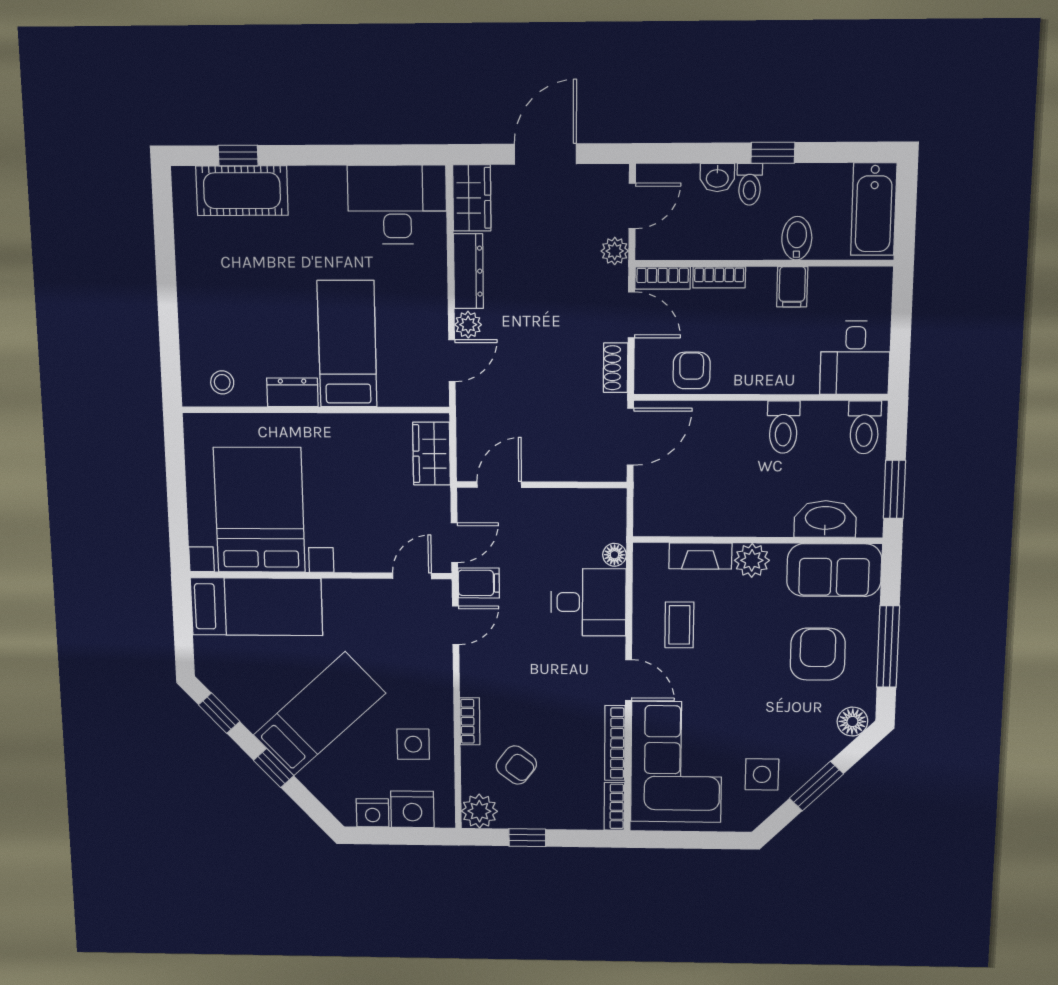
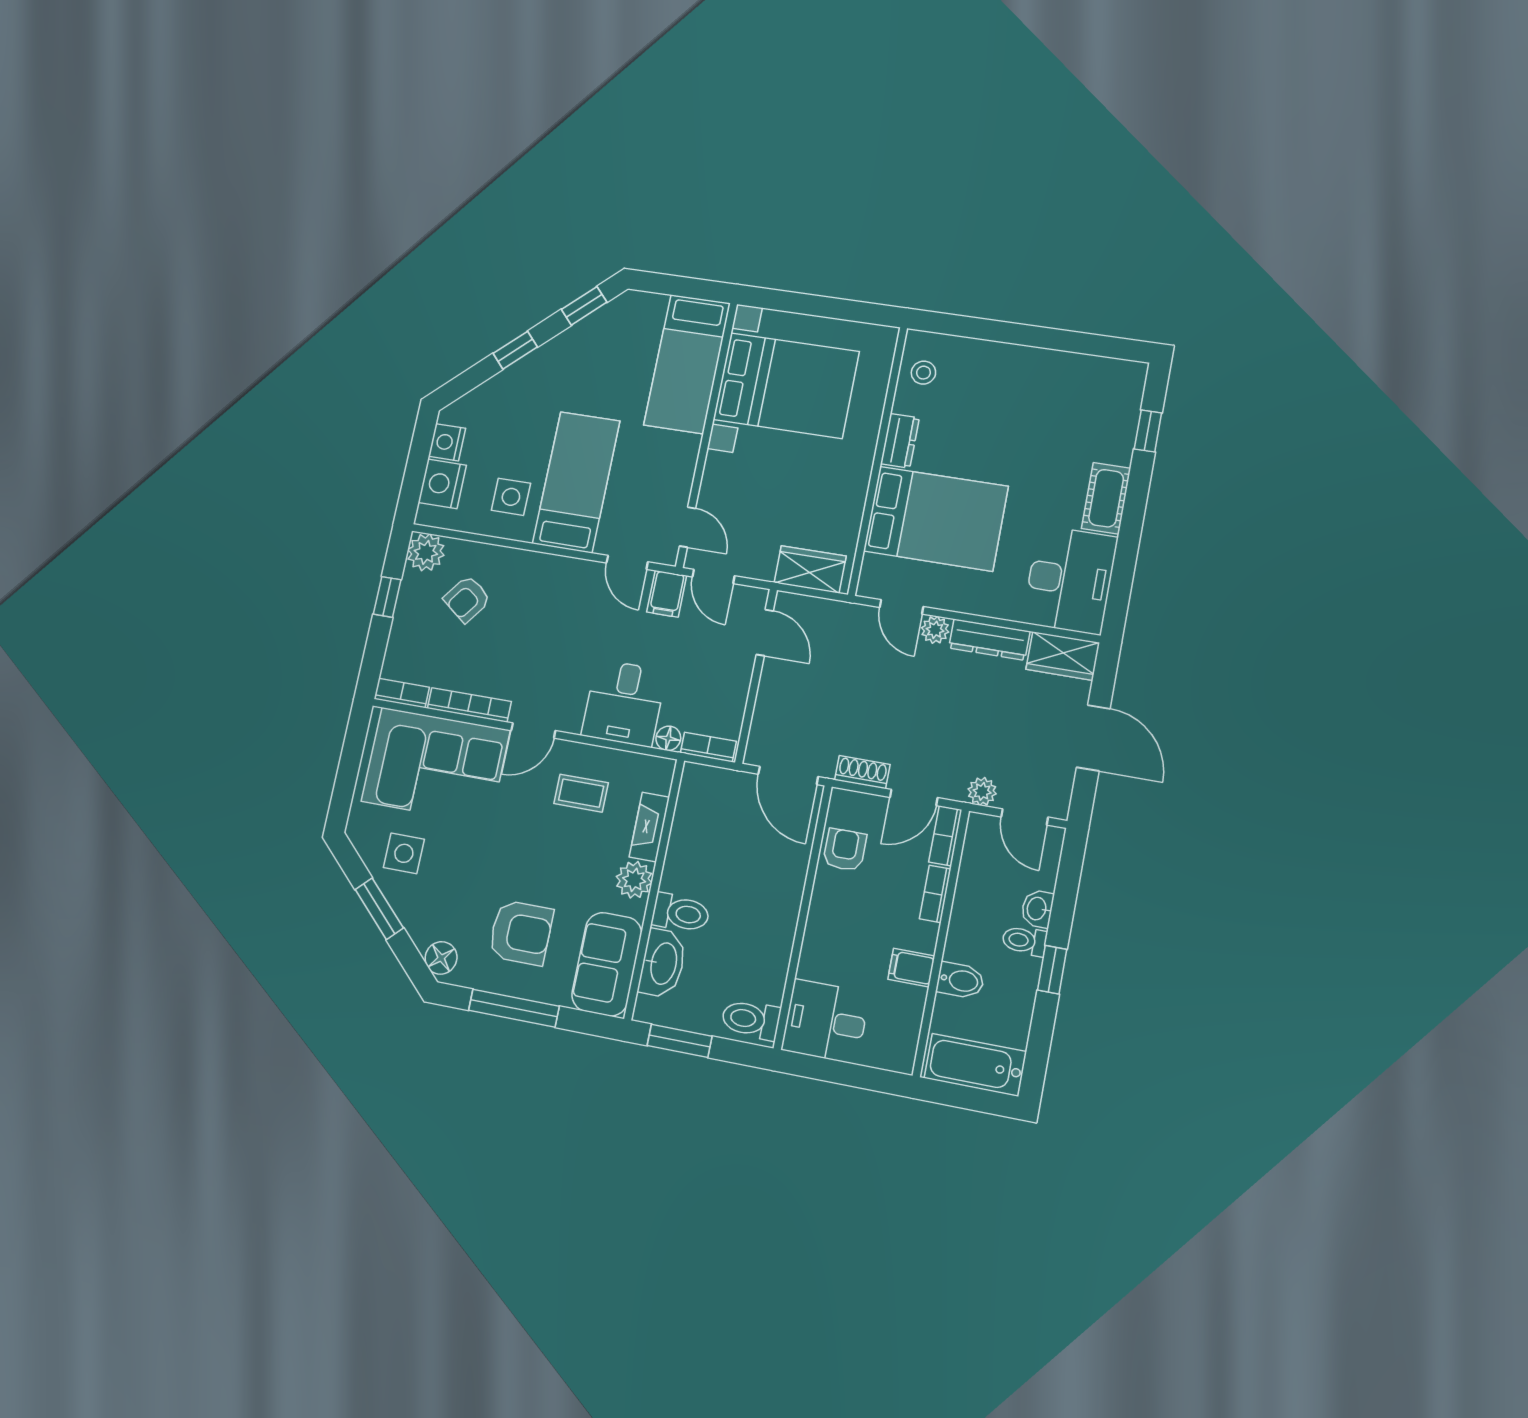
cot: (242, 191) -> (1106, 498), moved, width x0.73, depth x0.75
bed: (347, 344) -> (936, 519), width x1.50
armchair: (692, 370) -> (845, 850), turned -90
toilet: (783, 427) -> (681, 913), moved, turned 180
bed: (319, 714) -> (576, 482), moved, turned -137
bookcase: (470, 721) -> (708, 747), moved, turned 180

